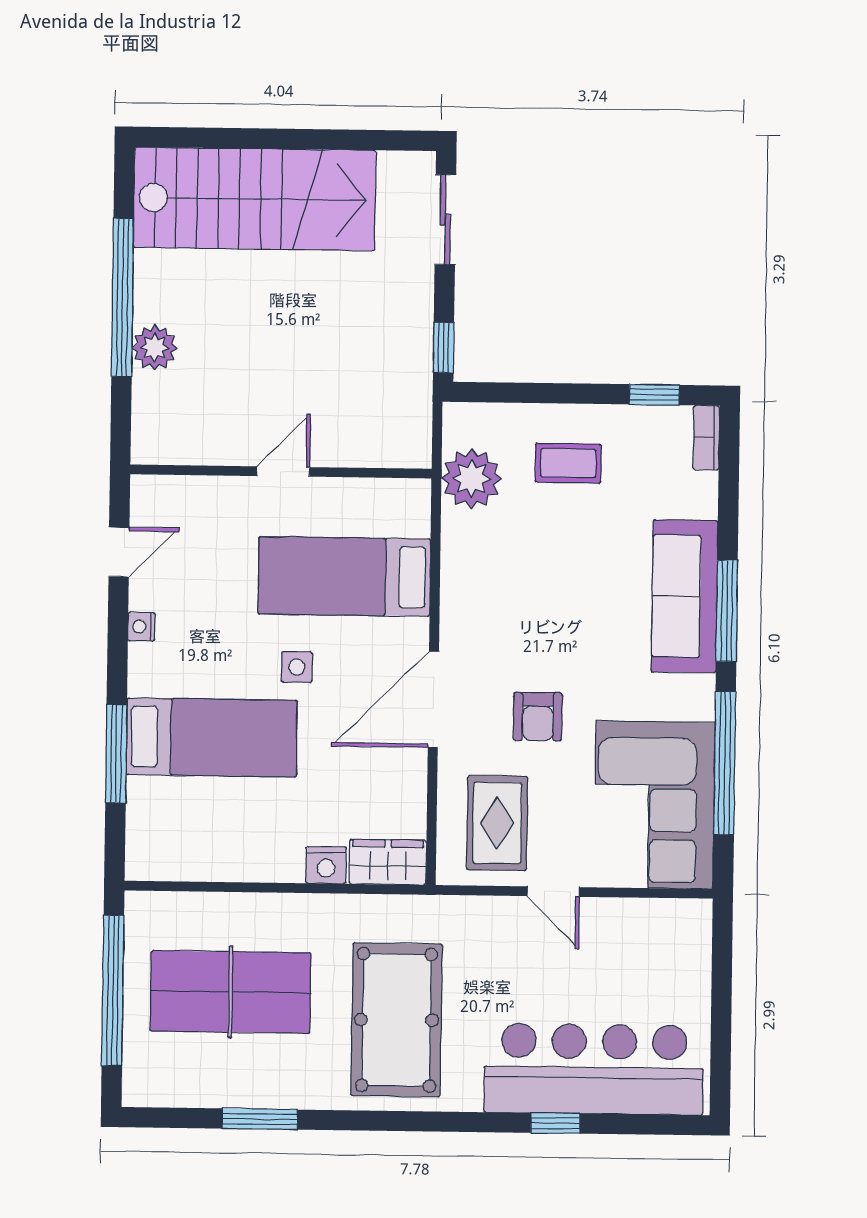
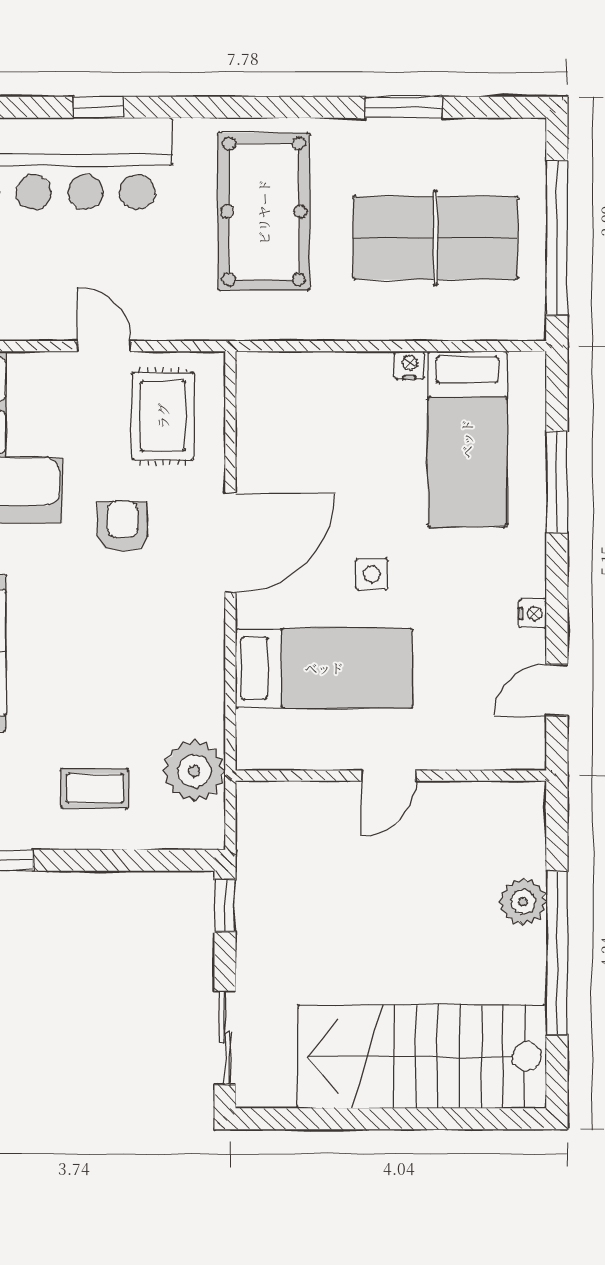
bed: (212, 737) -> (467, 439), moved, turned -90
wardrobe: (388, 862) -> (275, 374), removed
nightstand: (326, 865) -> (410, 365), moved, width x0.72, depth x0.74

